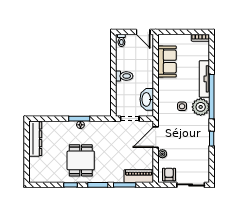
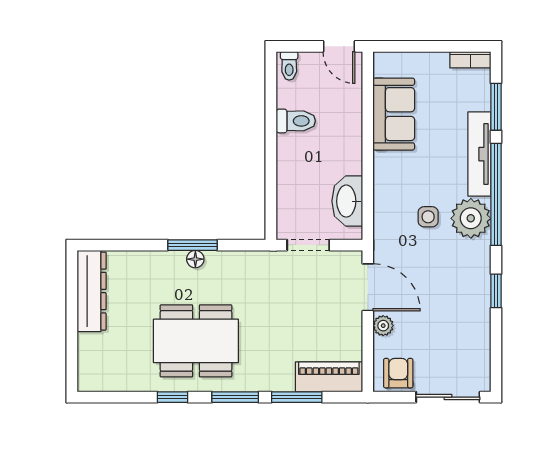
window: (212, 58) -> (496, 107), added
toilet: (124, 76) -> (296, 121), moved
door: (156, 137) -> (368, 287), swing flipped
dining table: (81, 160) -> (196, 341), width x1.38

